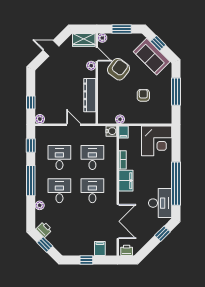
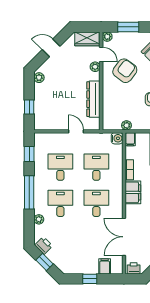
plant: (40, 119) -> (39, 78), moved
double door: (118, 221) -> (124, 237), swing flipped

